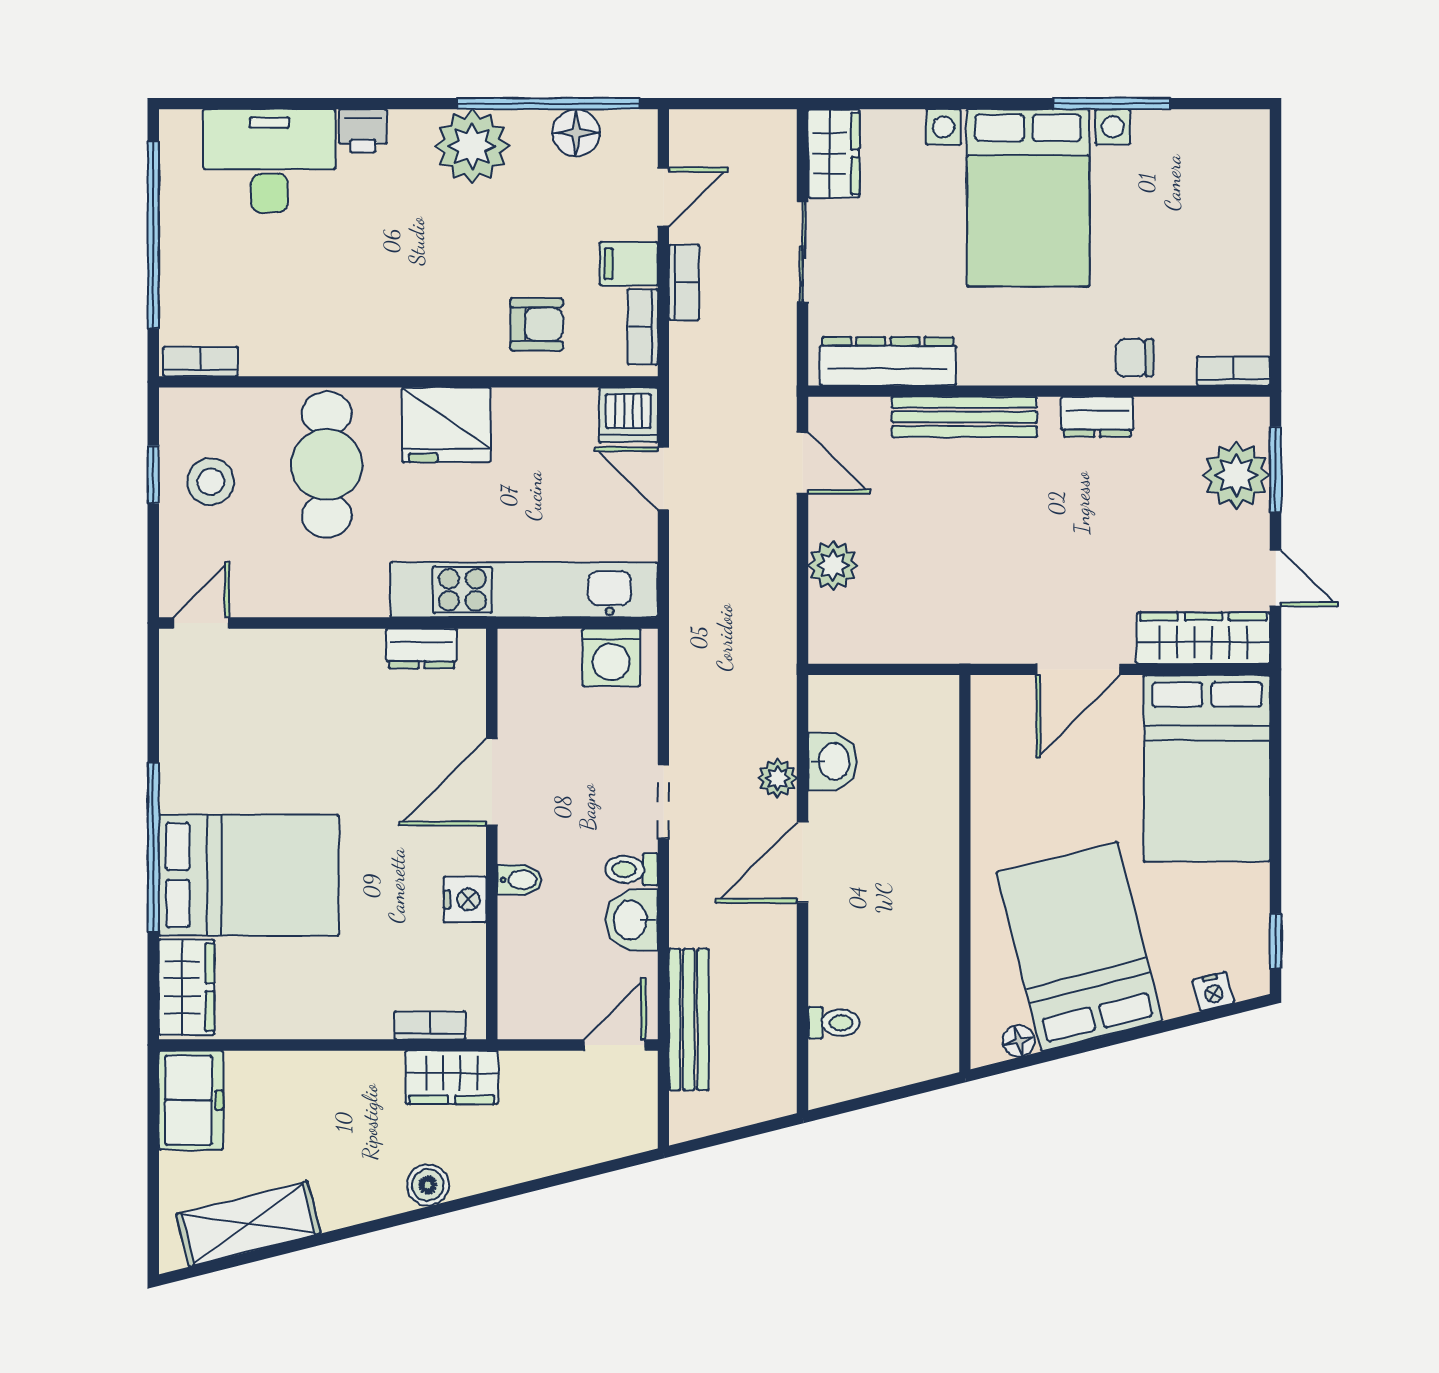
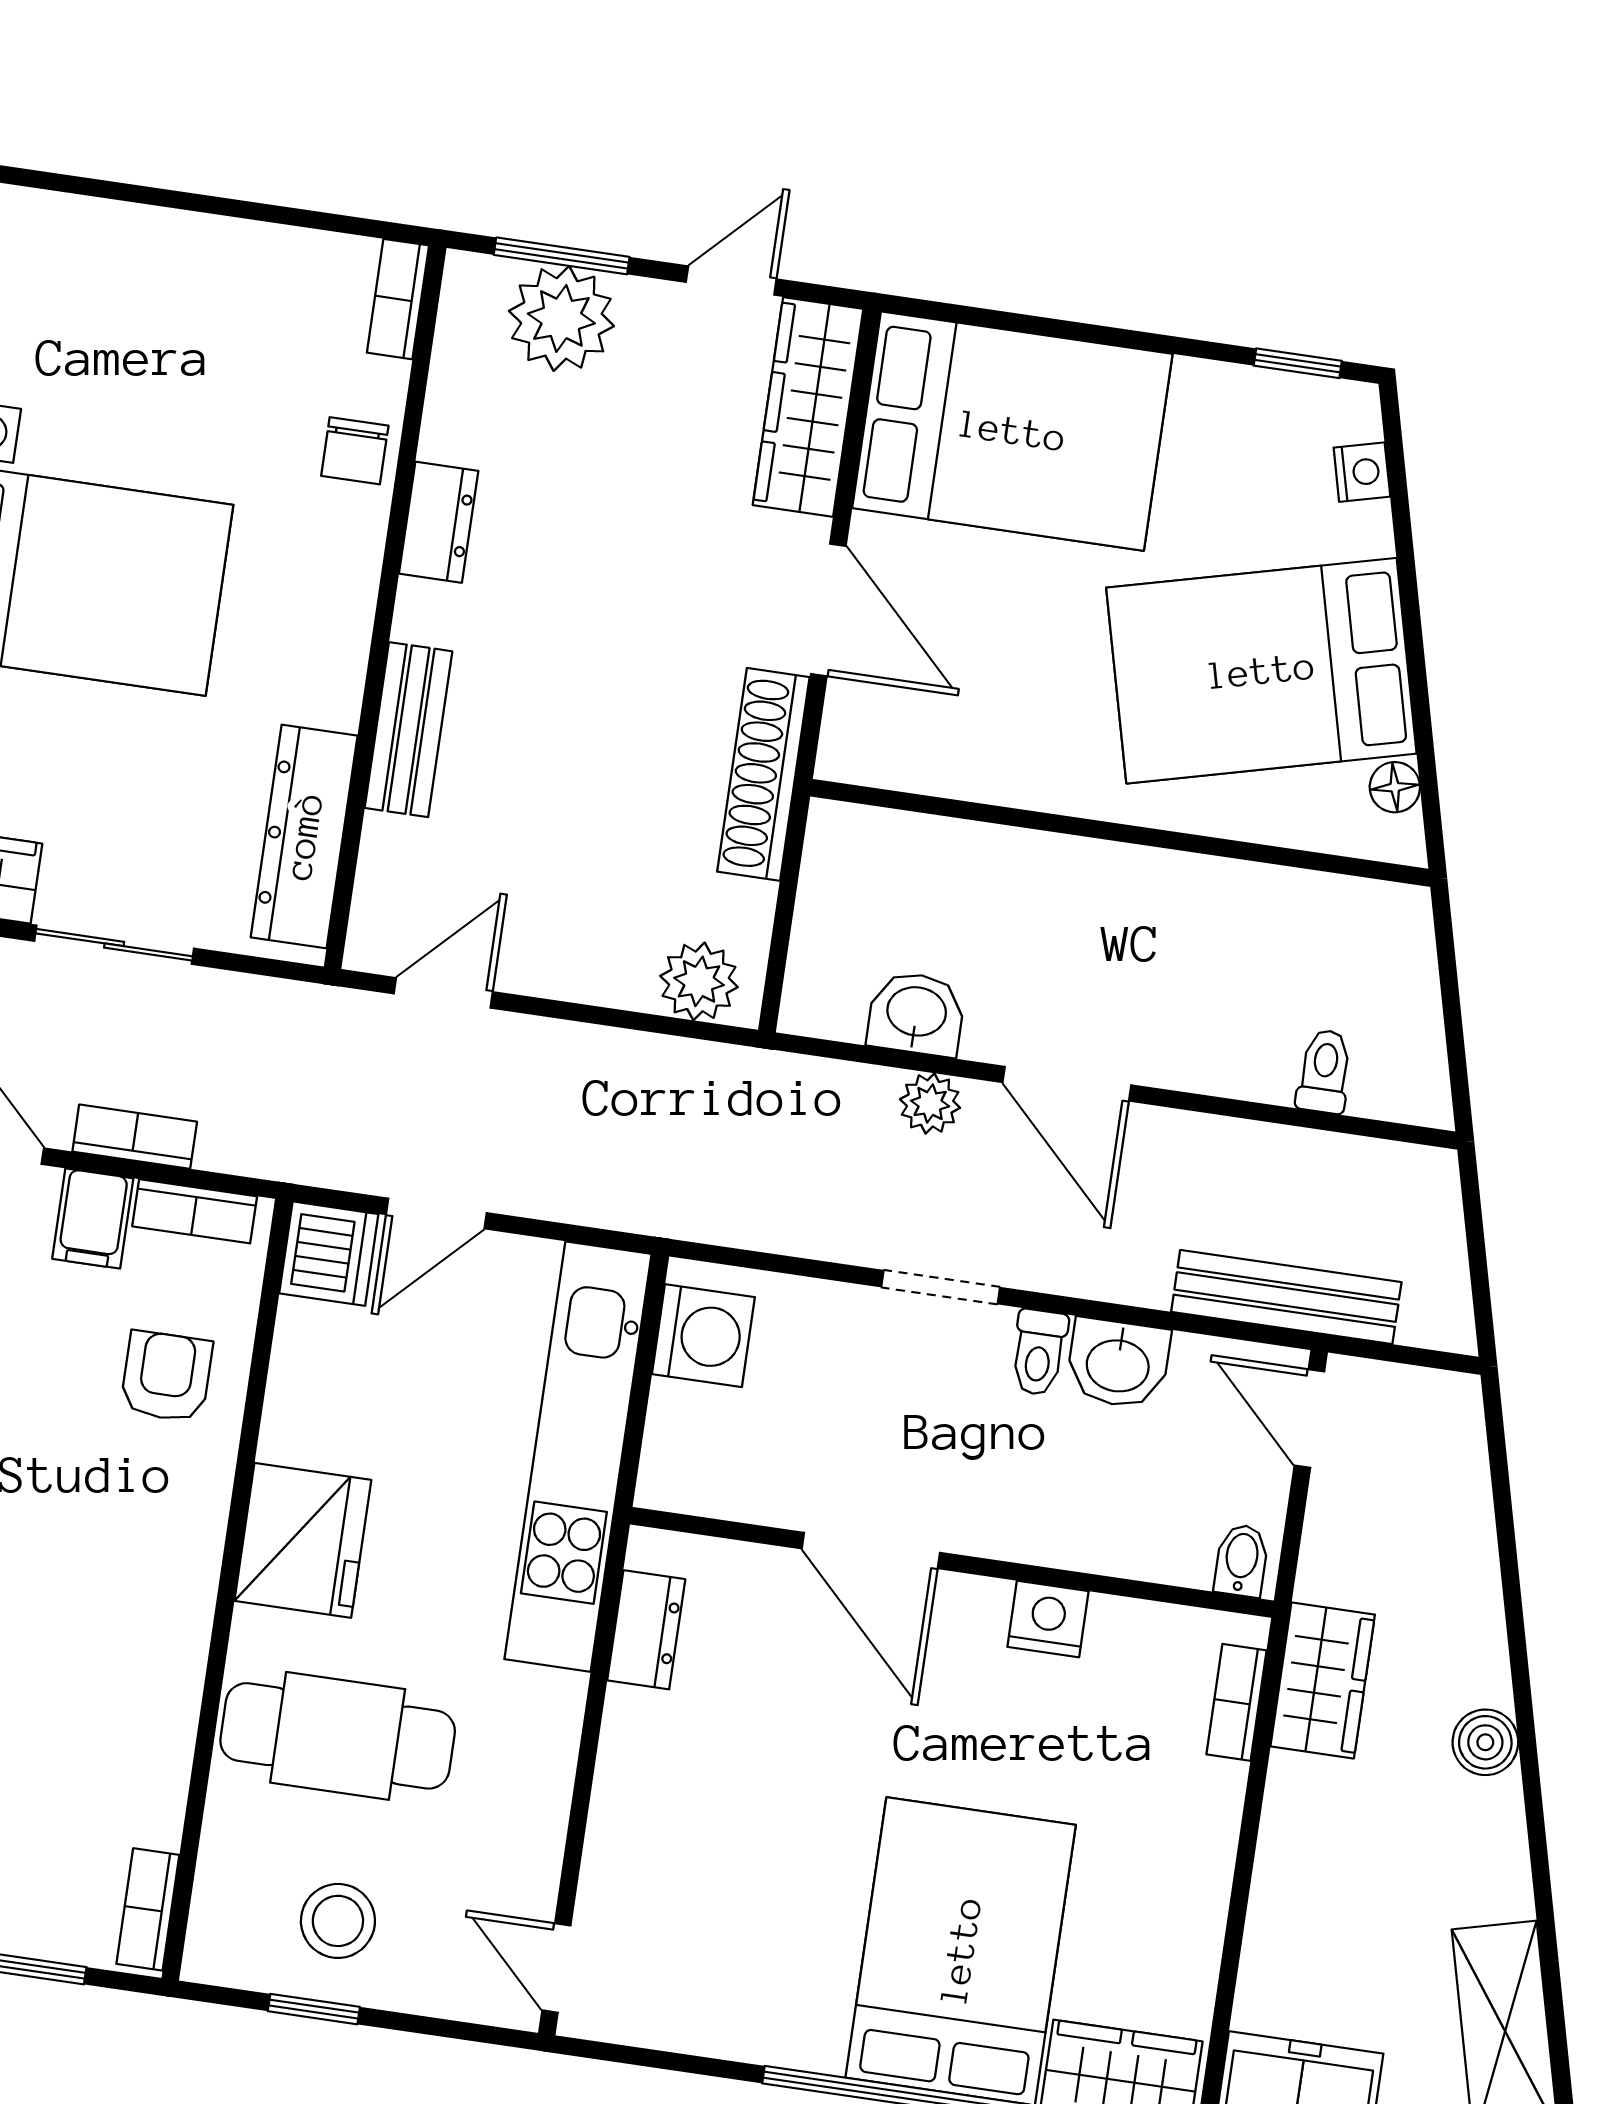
bench: (964, 417) -> (409, 730), width x0.73
plant: (833, 565) -> (699, 981), moved
shoe rack: (969, 644) -> (763, 774), added
bidet: (520, 880) -> (1241, 1560), moved

